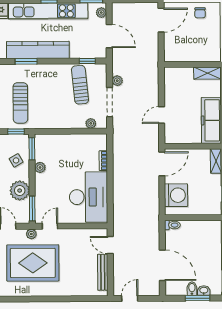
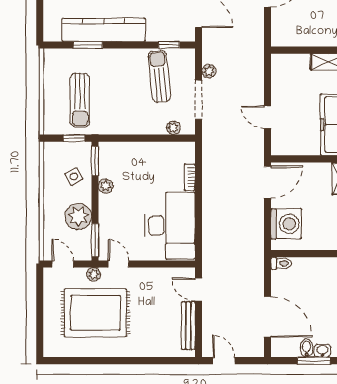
door: (162, 115) -> (267, 117), hinge flipped
door: (50, 226) -> (118, 264), hinge flipped
door: (130, 298) -> (224, 361), hinge flipped

